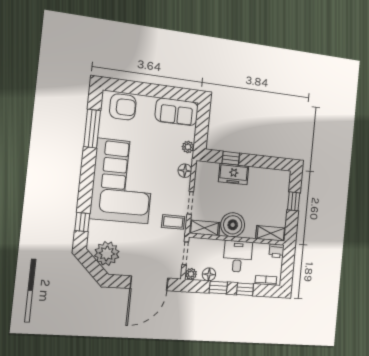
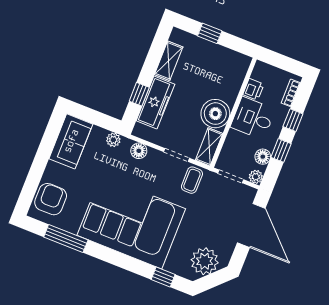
freezer: (234, 174) -> (155, 103), width x1.40
shelving: (271, 233) -> (169, 61), moved
printer: (277, 251) -> (253, 89), moved

